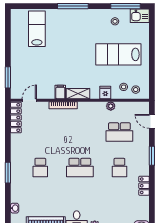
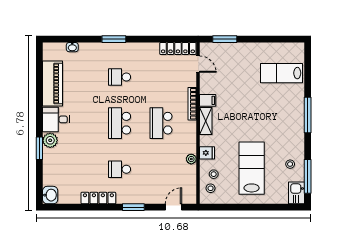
lab bench: (37, 29) -> (281, 73), turned 180
school desk: (119, 132) -> (161, 123), moved
locker: (144, 186) -> (98, 198), width x1.53

